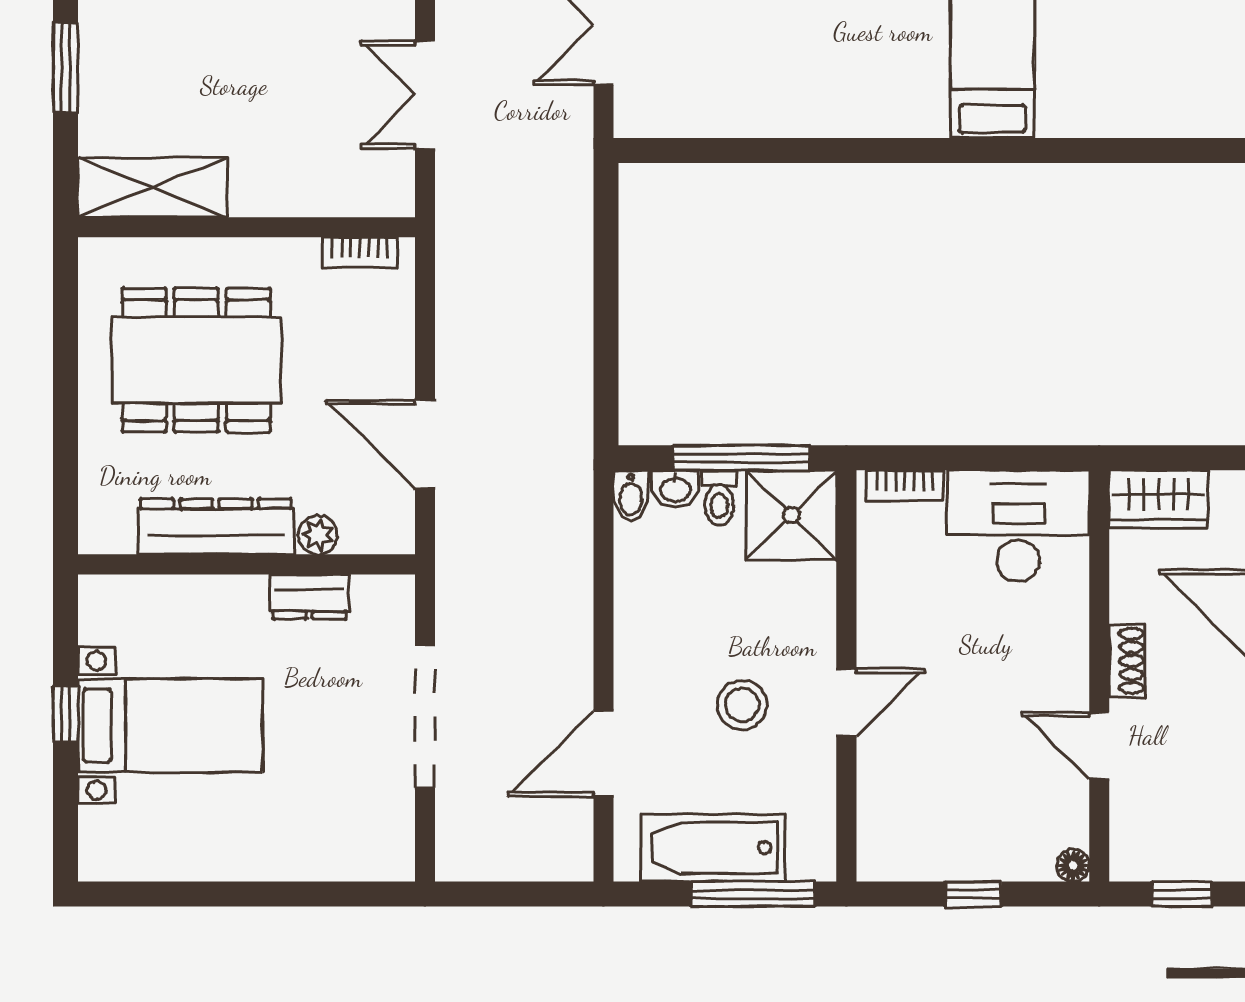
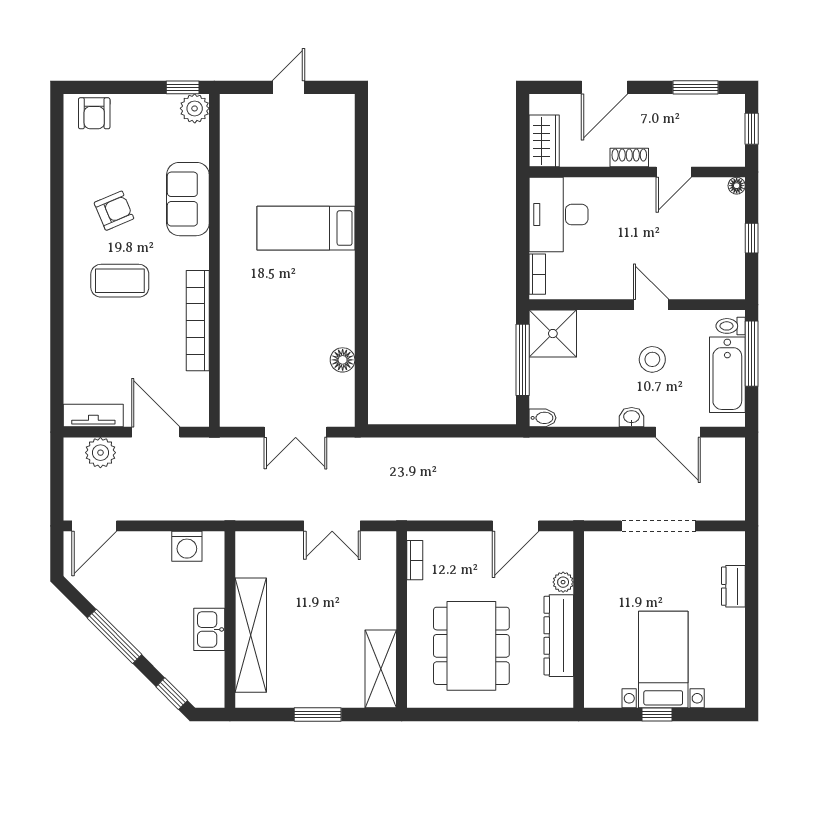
floor lamp: (741, 115) -> (343, 360), added
washbasin: (675, 489) -> (632, 417), moved, turned -90
toilet: (719, 498) -> (731, 326), moved, turned 180
dresser: (309, 597) -> (733, 586), moved, turned 180

